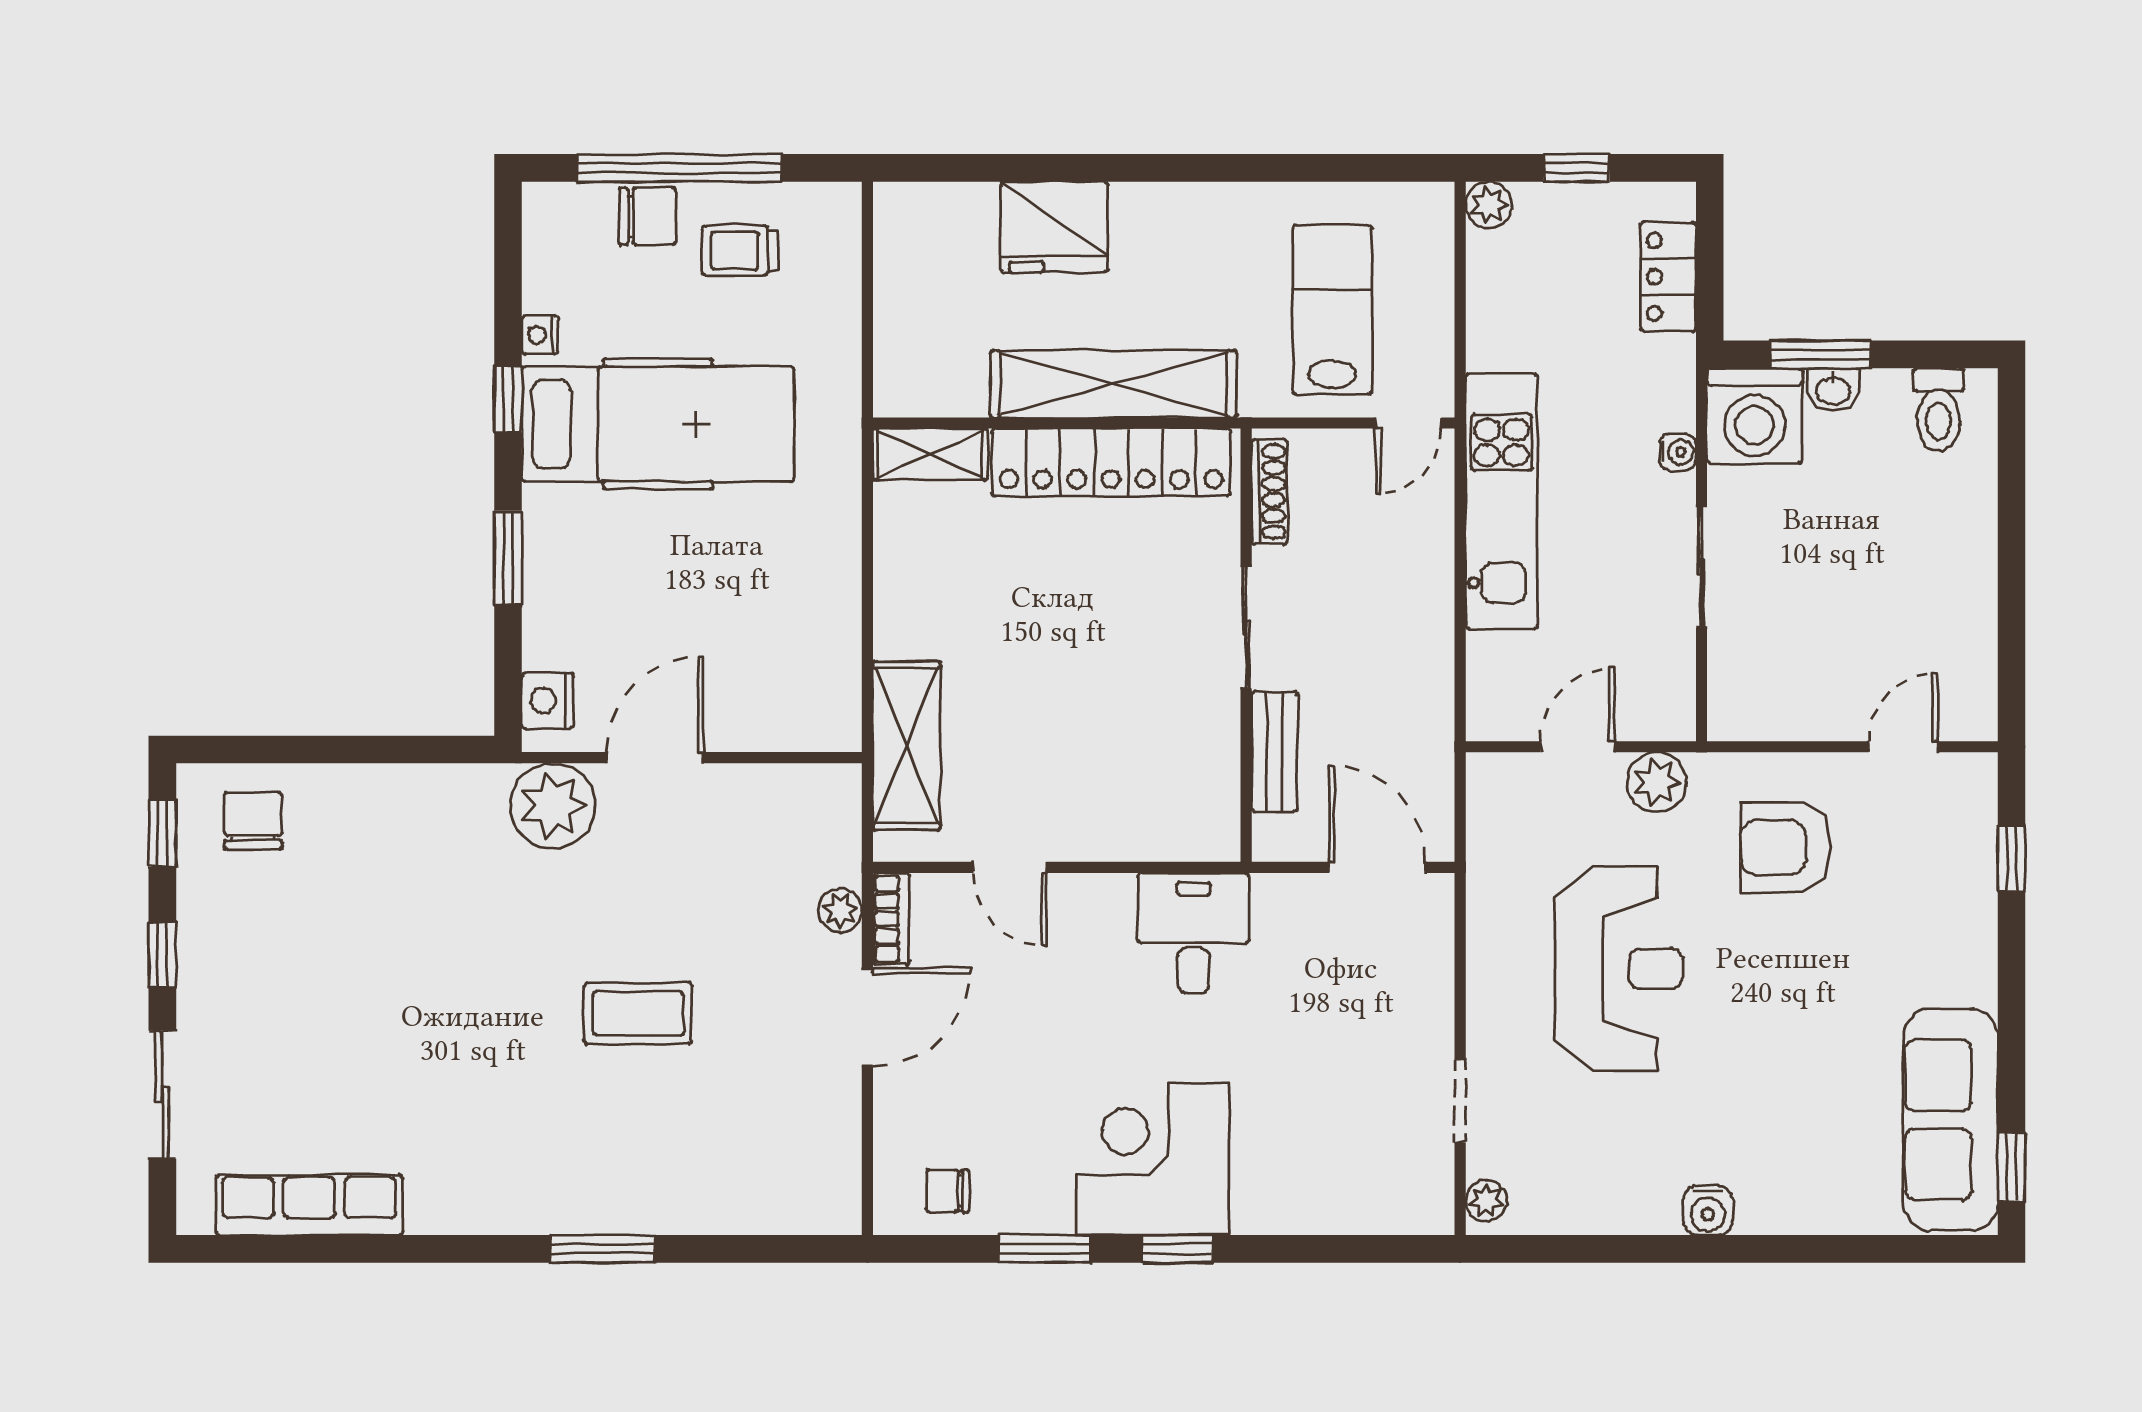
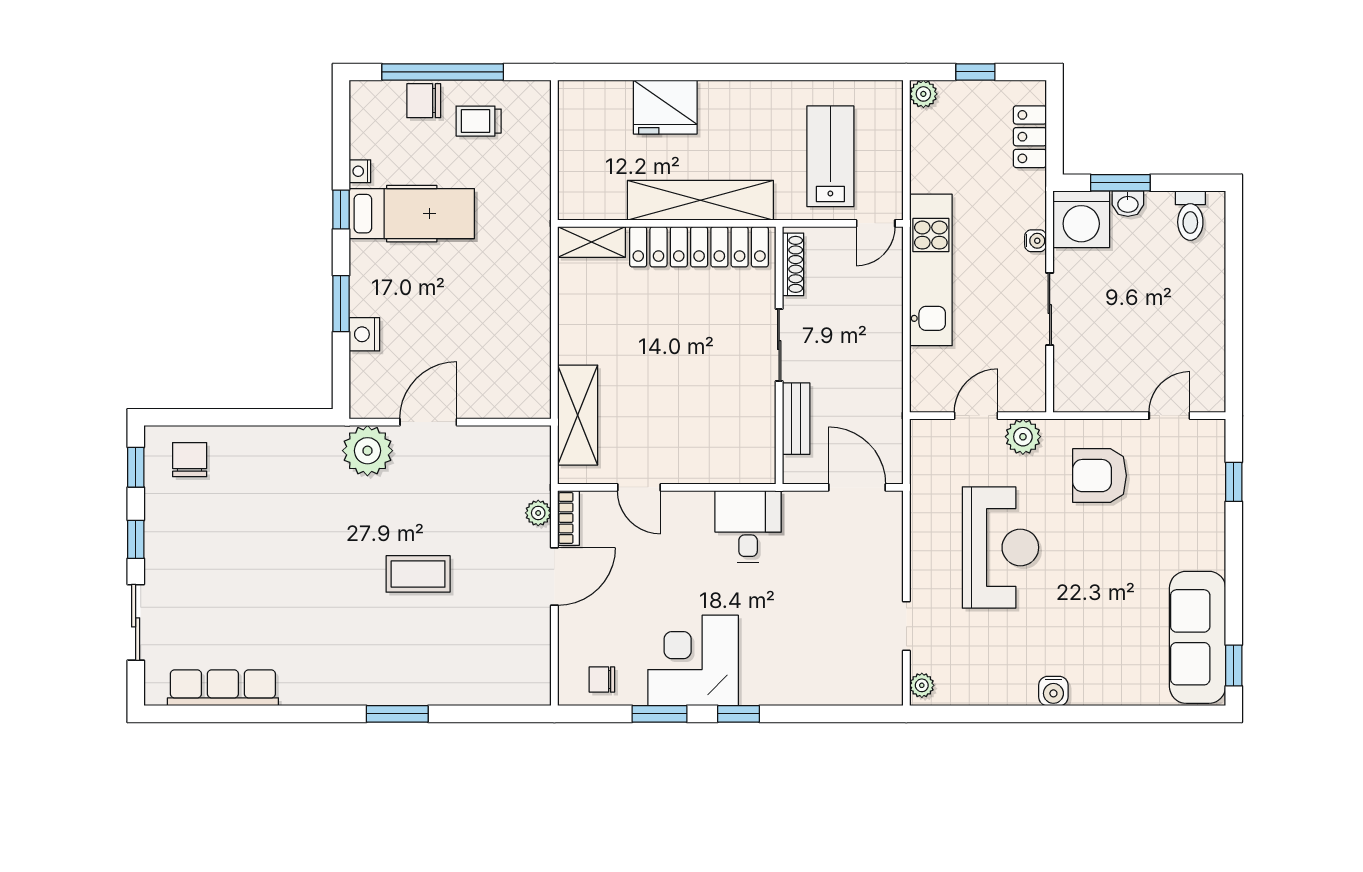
chair: (647, 216) -> (424, 101), turned 180
hospital bed: (658, 424) -> (412, 214), width x0.73, depth x0.78
nightstand: (548, 700) -> (364, 334), moved
corner desk: (1153, 1159) -> (693, 660), moved

